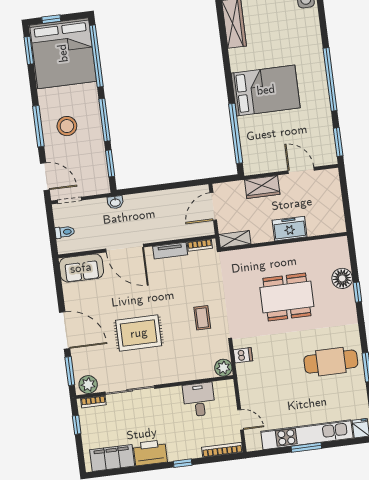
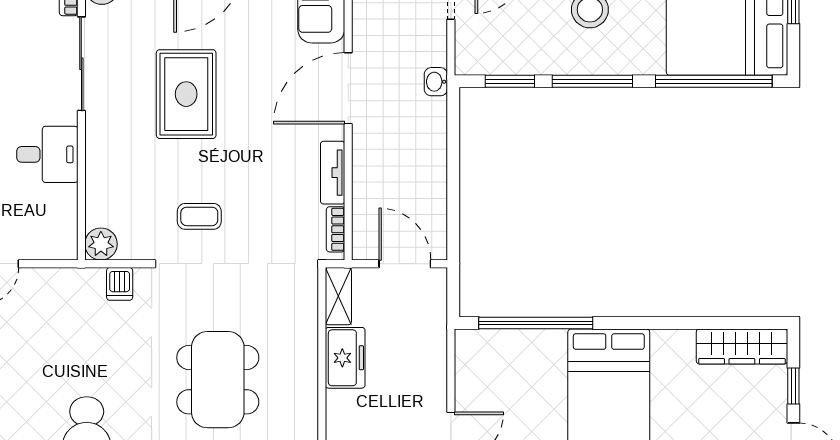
wardrobe: (262, 187) -> (429, 360), removed
freezer: (290, 229) -> (345, 358), moved
desk: (199, 400) -> (47, 154), moved

